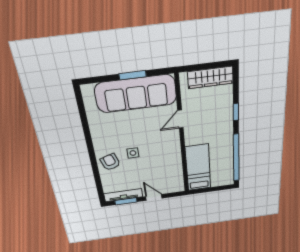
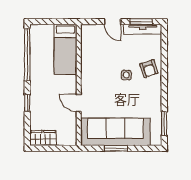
wardrobe: (210, 77) -> (43, 138), width x0.67
window: (82, 110) -> (164, 124), added
door: (180, 119) -> (79, 103), swing flipped

